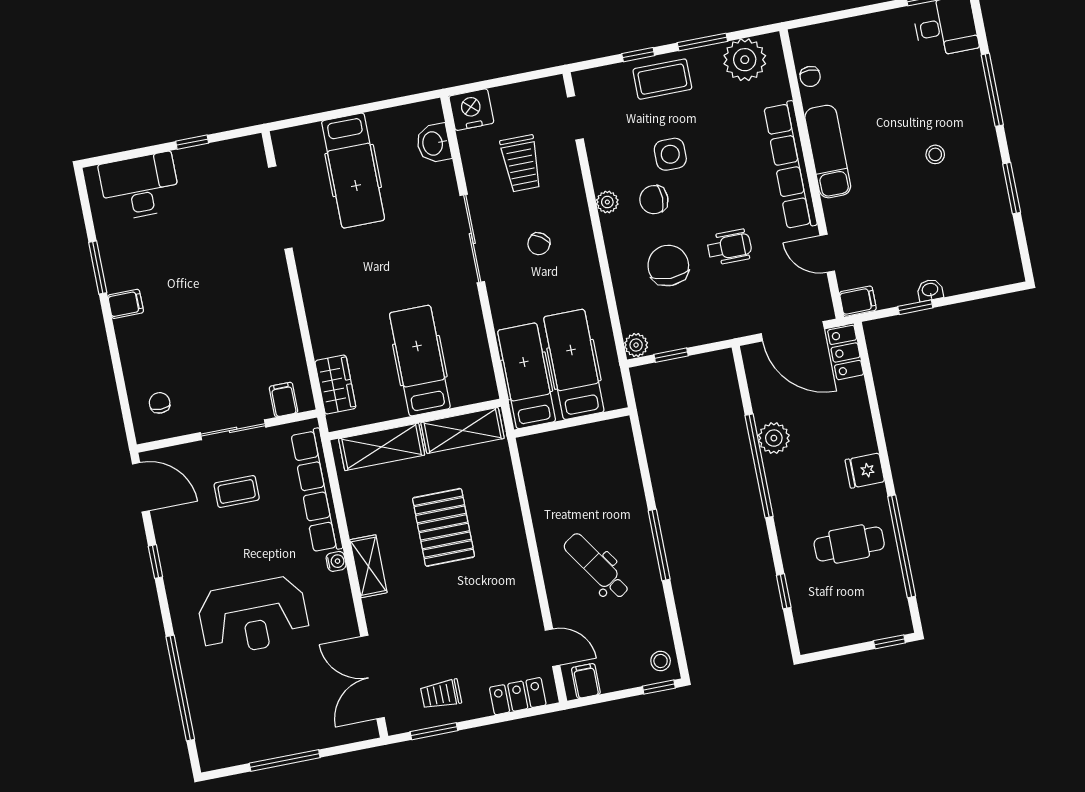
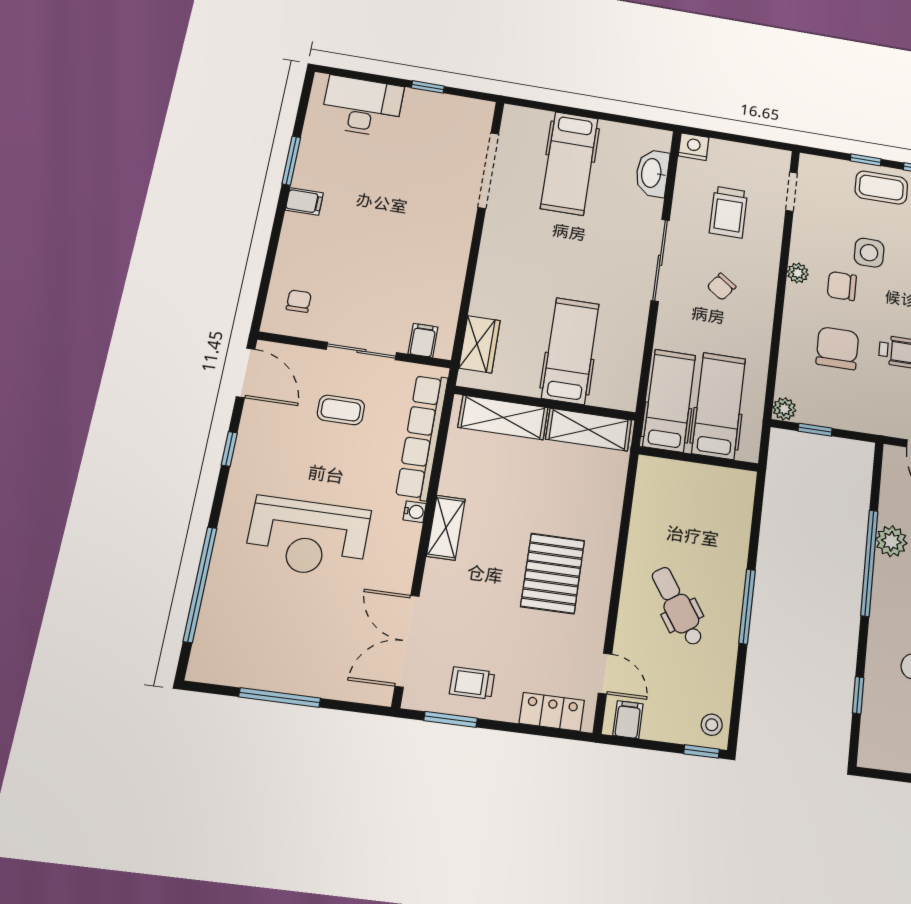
nightstand: (471, 110) -> (694, 147), width x0.74, depth x0.75
washbasin: (434, 143) -> (652, 173), width x1.38
pallet: (444, 527) -> (553, 573), moved

